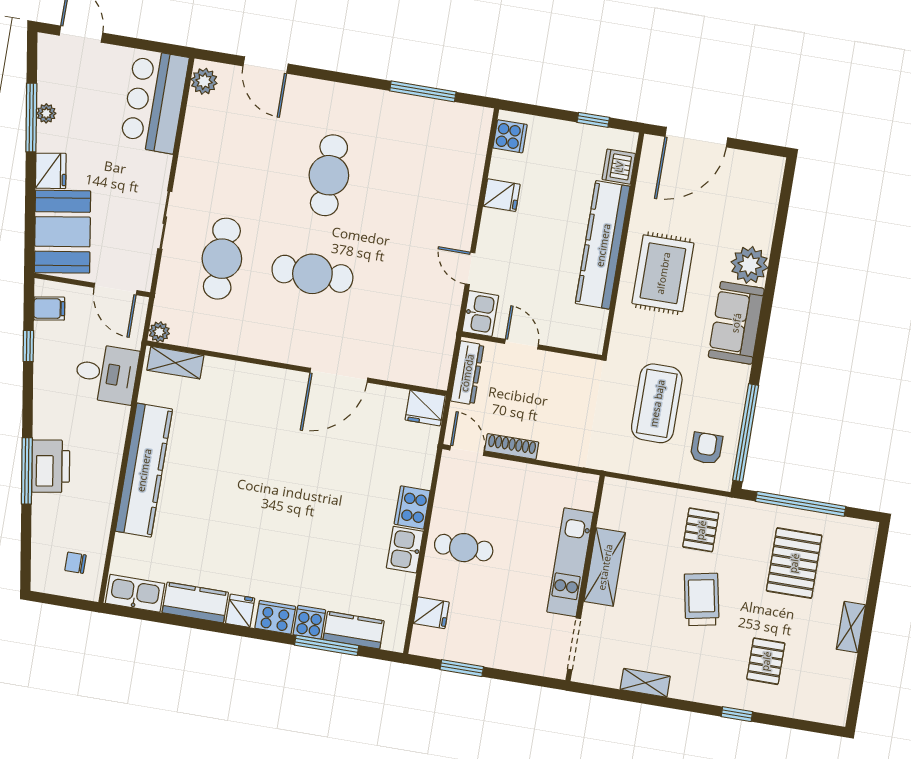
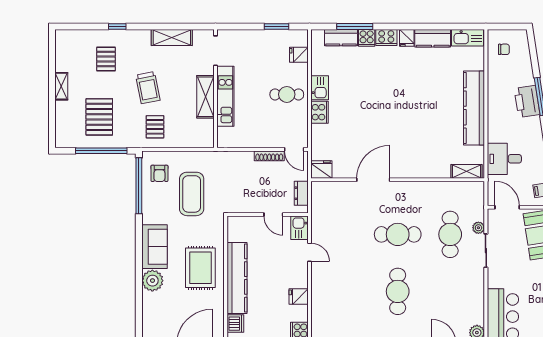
plant: (159, 332) -> (478, 228), moved
dresser: (467, 373) -> (301, 193), width x0.70
shelving: (645, 683) -> (172, 38), width x1.50, depth x1.33

